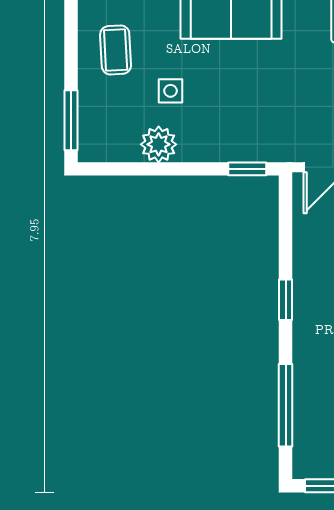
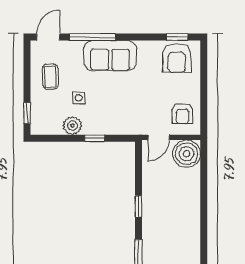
window: (71, 120) -> (27, 113), width x0.67
window: (247, 169) -> (95, 138), moved

